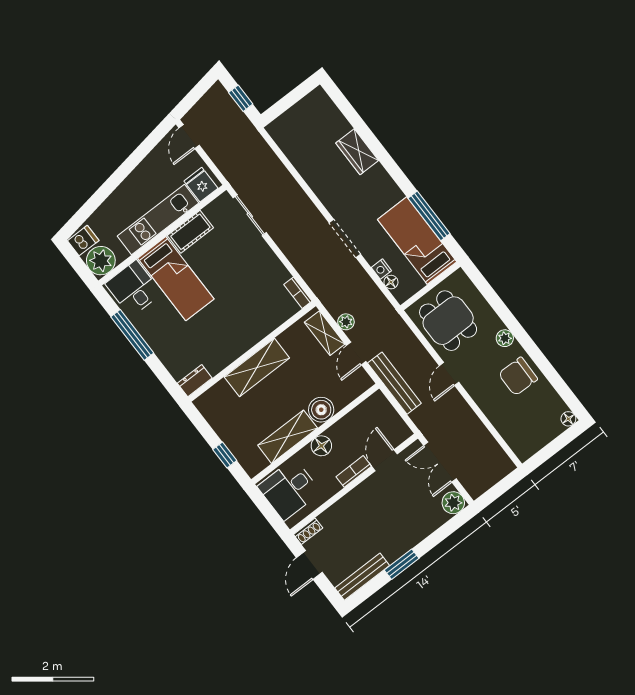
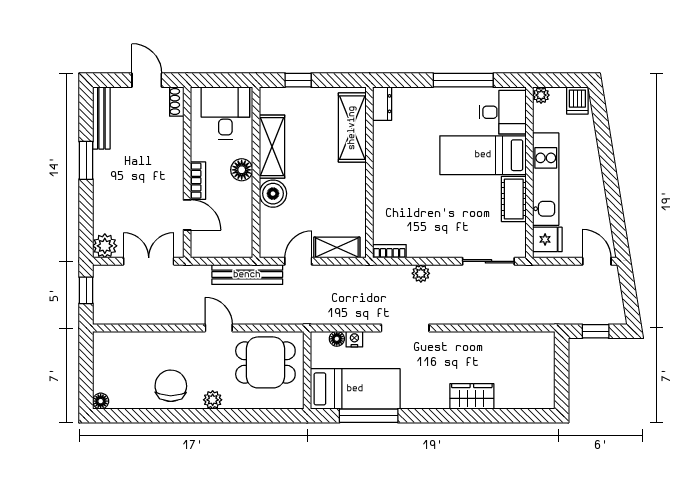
plant: (101, 261) -> (541, 95), width x0.53, depth x0.53
plant: (346, 322) -> (421, 273), moved
door: (356, 353) -> (298, 261), hinge flipped
shelving: (257, 367) -> (352, 128), moved
window: (496, 491) -> (86, 290), added

